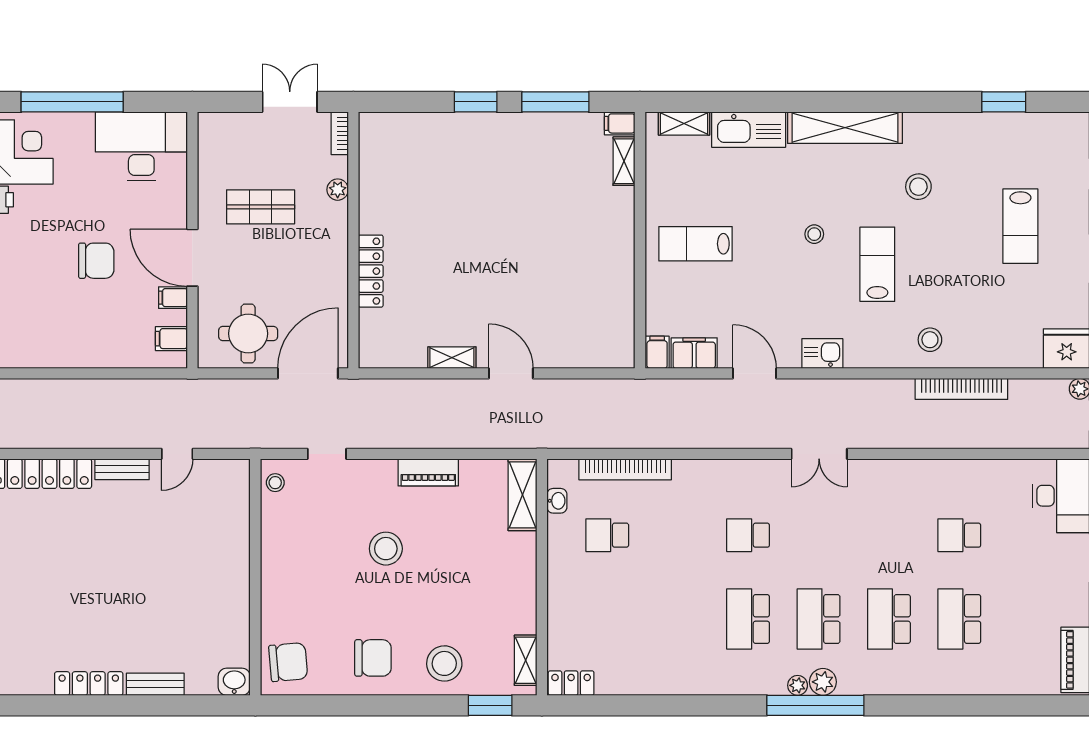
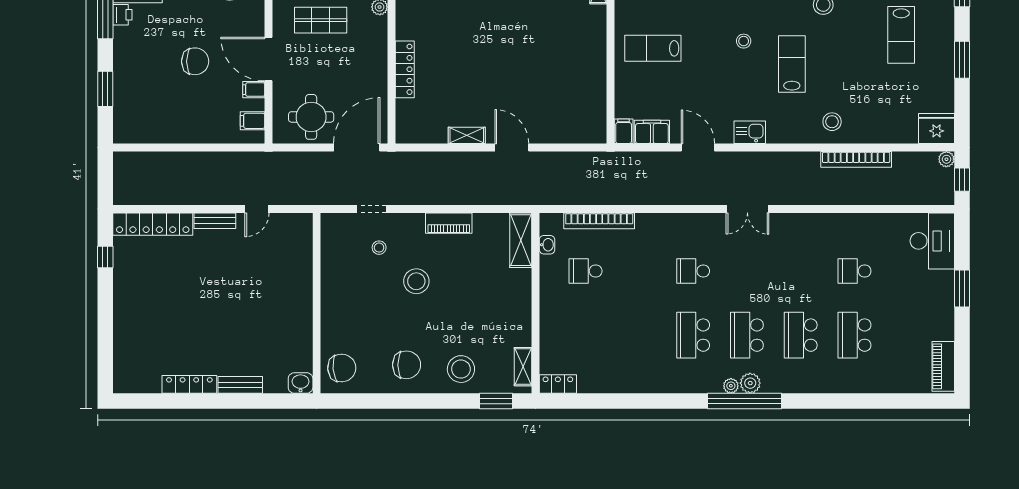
stool: (275, 483) -> (379, 248), moved

